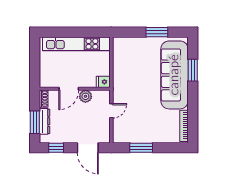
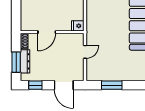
plant: (85, 96) -> (62, 39), removed

